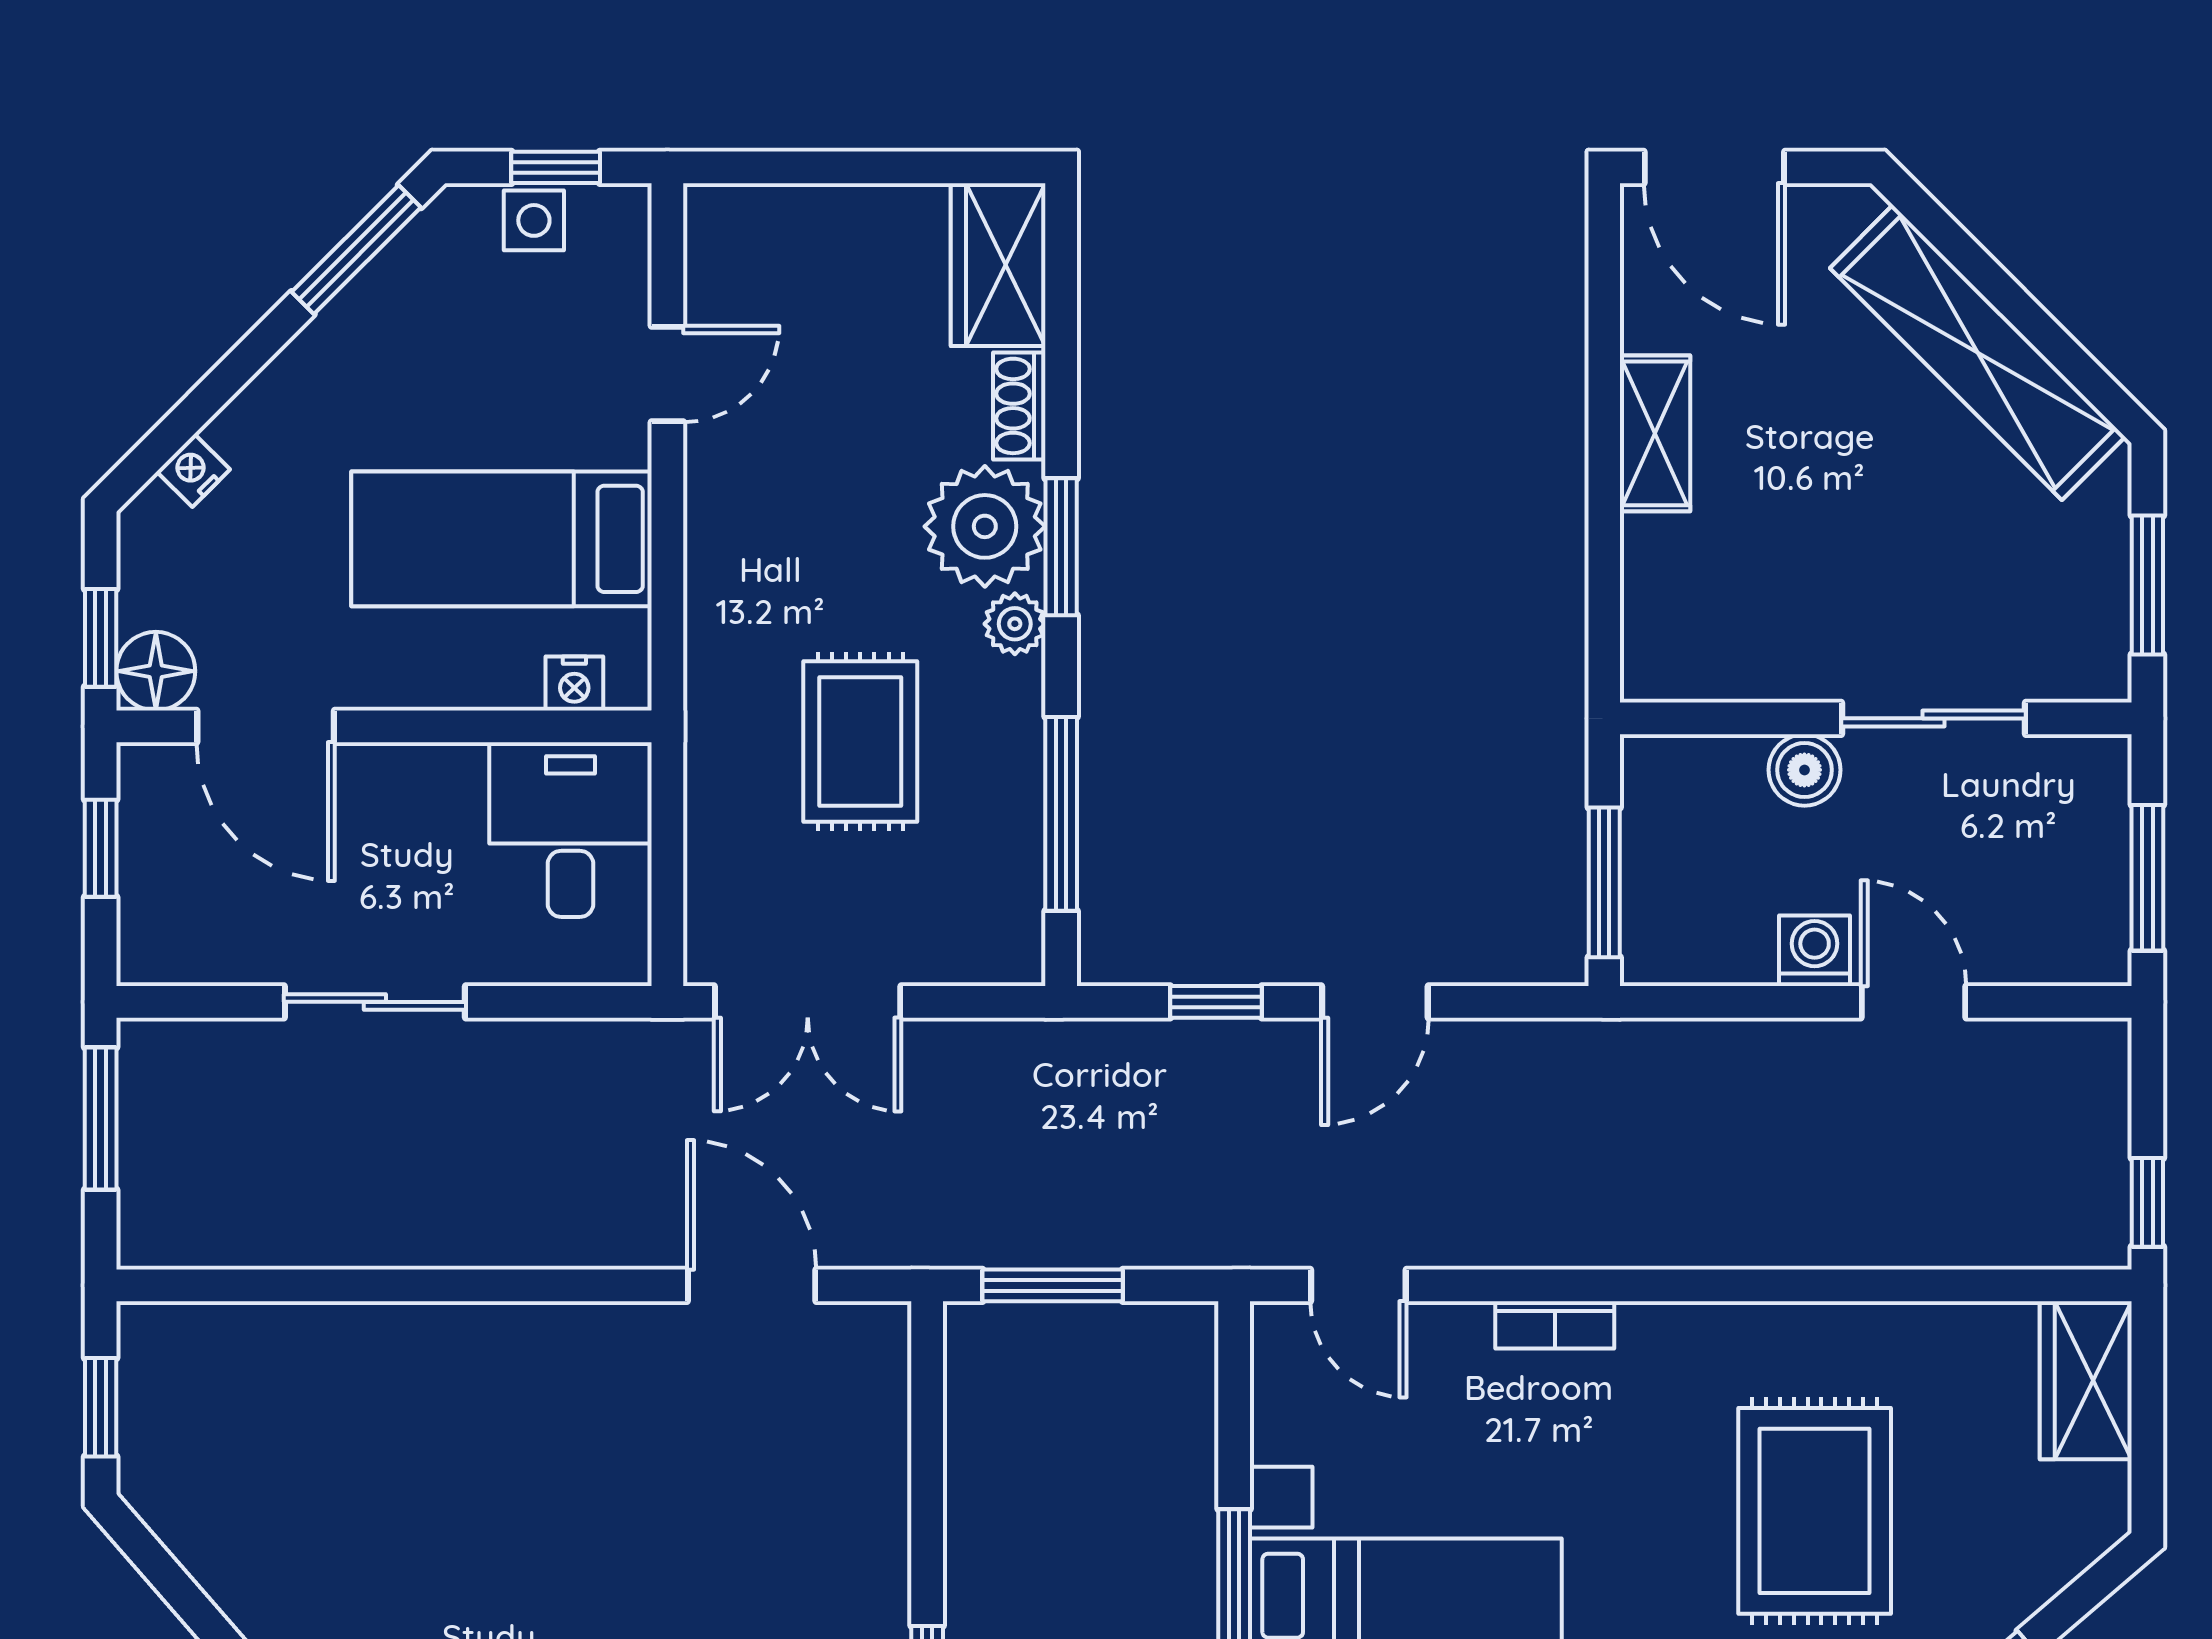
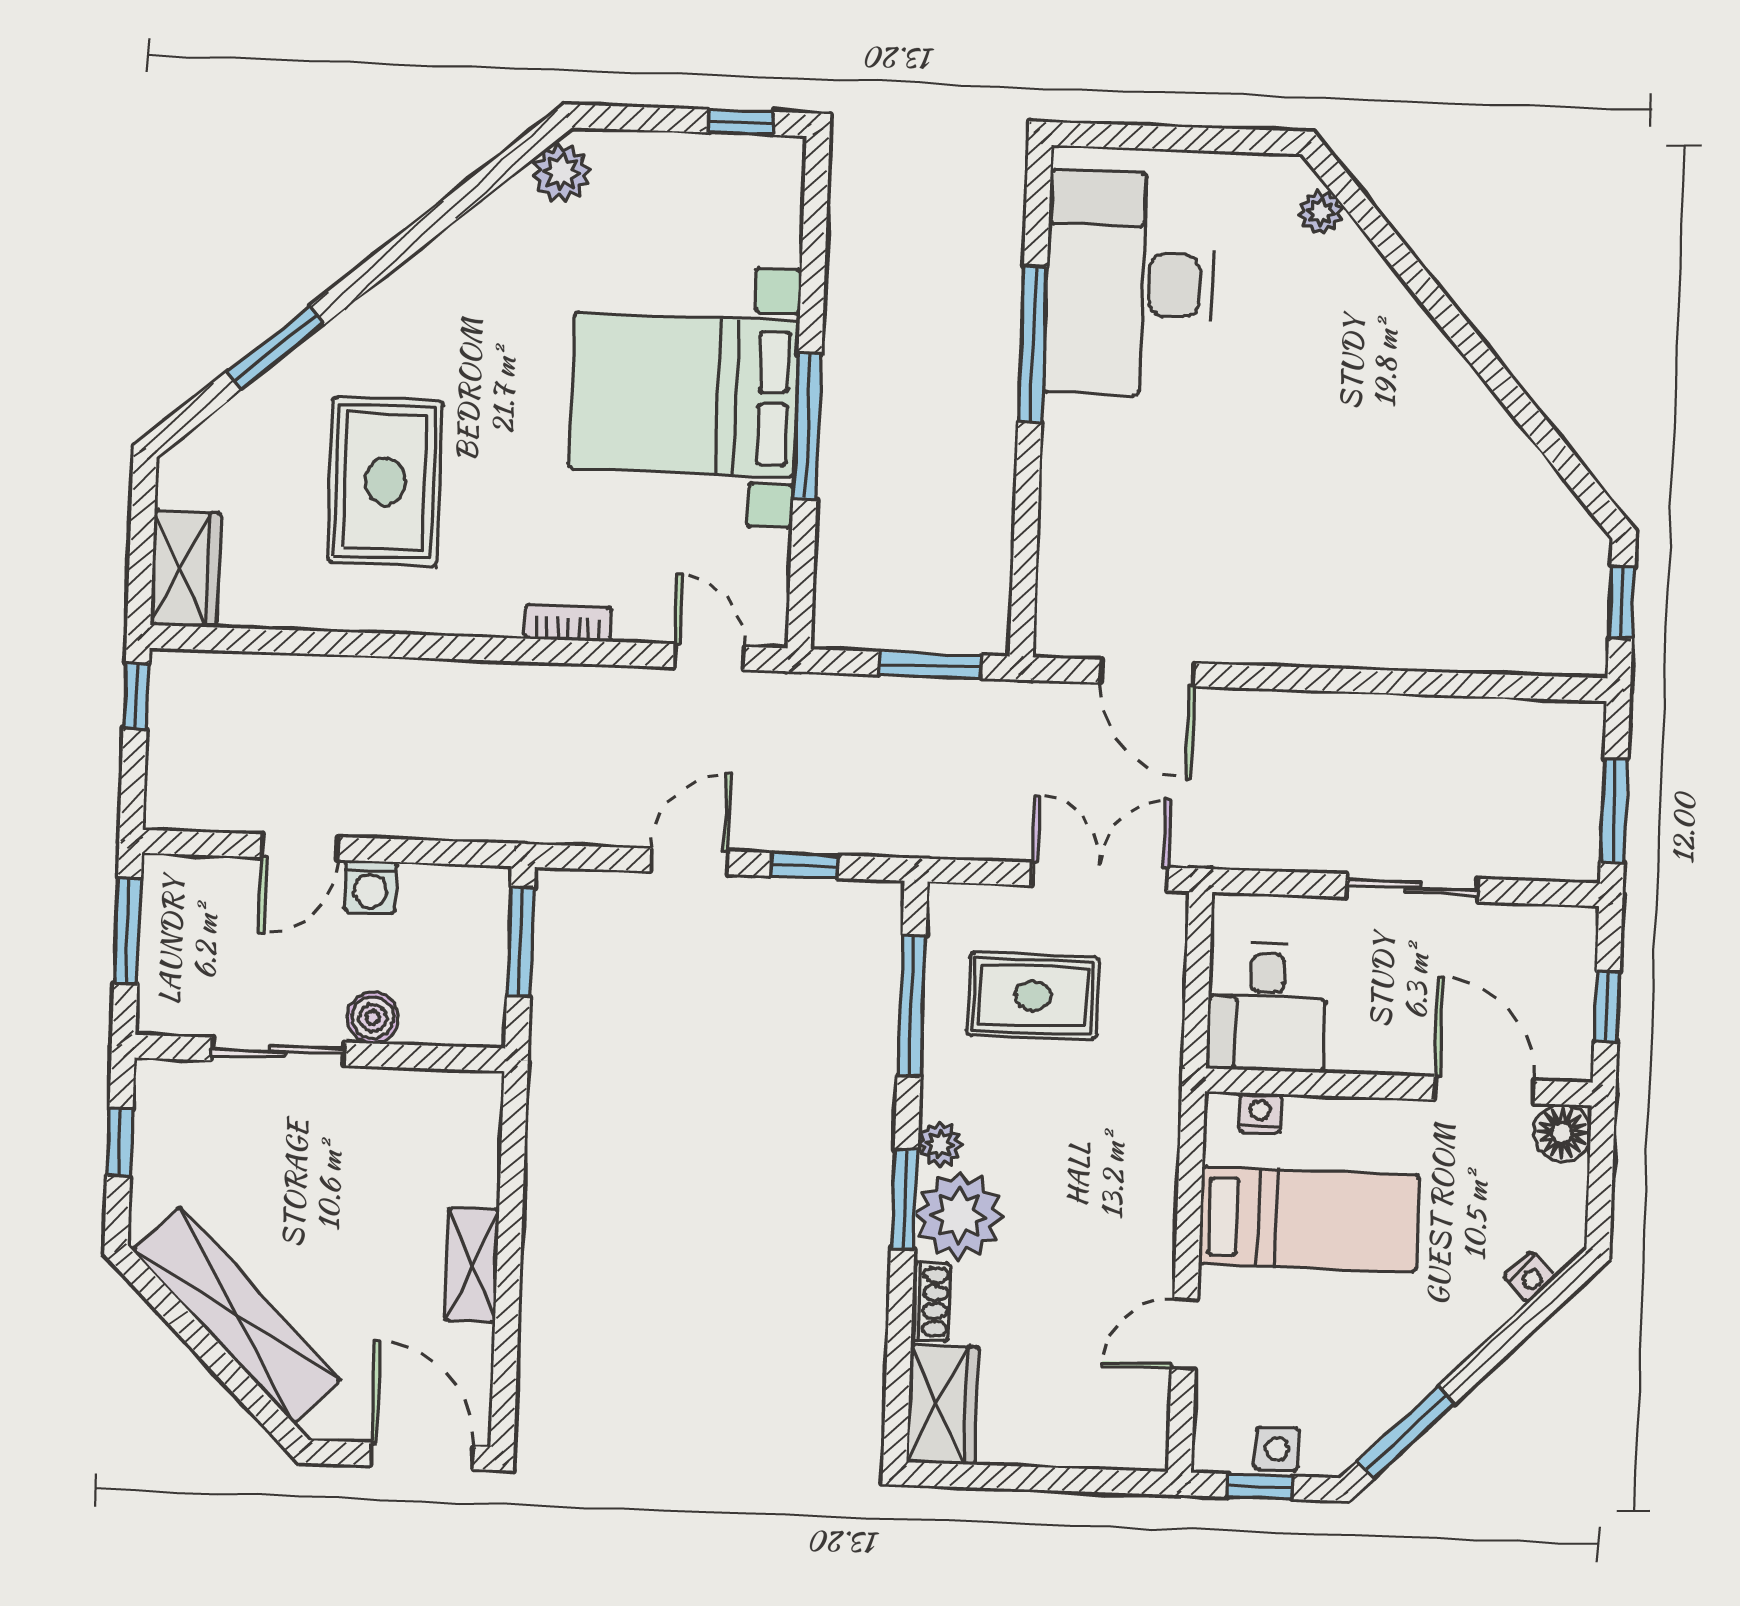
window: (2147, 585) -> (120, 1142), width x0.67
window: (101, 638) -> (1601, 1158), removed
rug: (860, 742) -> (1033, 996), moved, turned 90
door: (1914, 1002) -> (300, 847), hinge flipped

